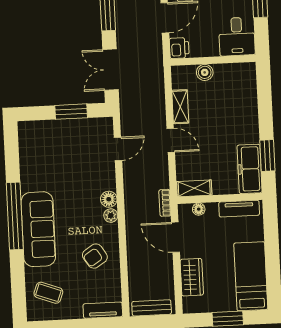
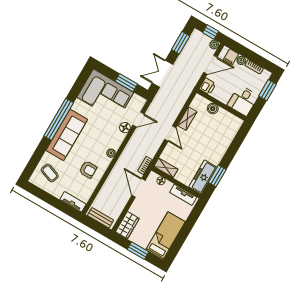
corner sofa: (54, 145) -> (105, 95), added
floor lamp: (109, 199) -> (125, 128), moved
armchair: (95, 256) -> (88, 170), turned -147
wardrobe: (192, 277) -> (127, 225), moved

